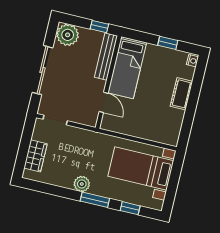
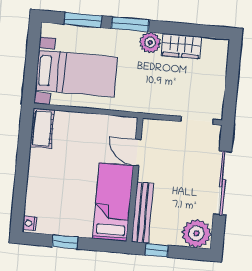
cot: (181, 94) -> (42, 128), moved
wardrobe: (35, 156) -> (181, 46), moved, turned -90
window: (130, 208) -> (83, 20), width x1.50

